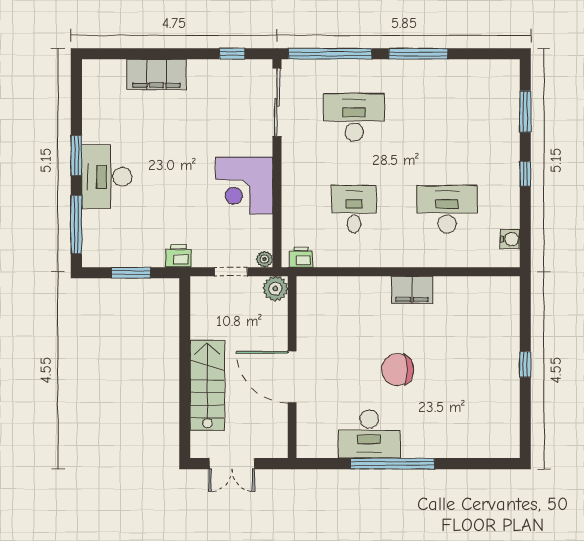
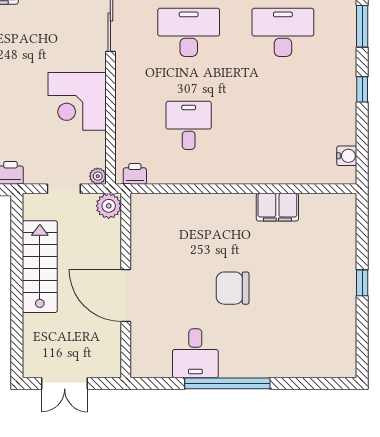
desk: (447, 209) -> (283, 32), moved
filing cabinet: (412, 290) -> (277, 207), moved
stairs: (207, 385) -> (40, 267), moved
desk: (369, 434) -> (195, 353), width x0.73

